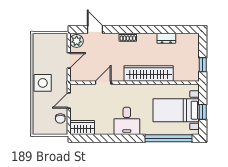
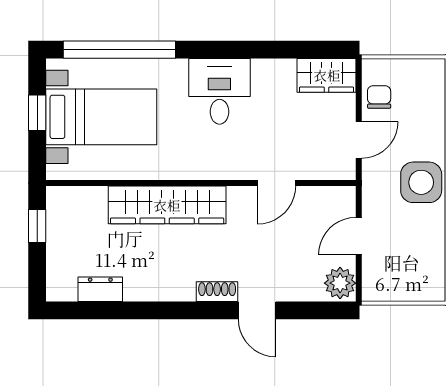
door: (95, 29) -> (257, 310), moved
dresser: (166, 38) -> (100, 289), moved

